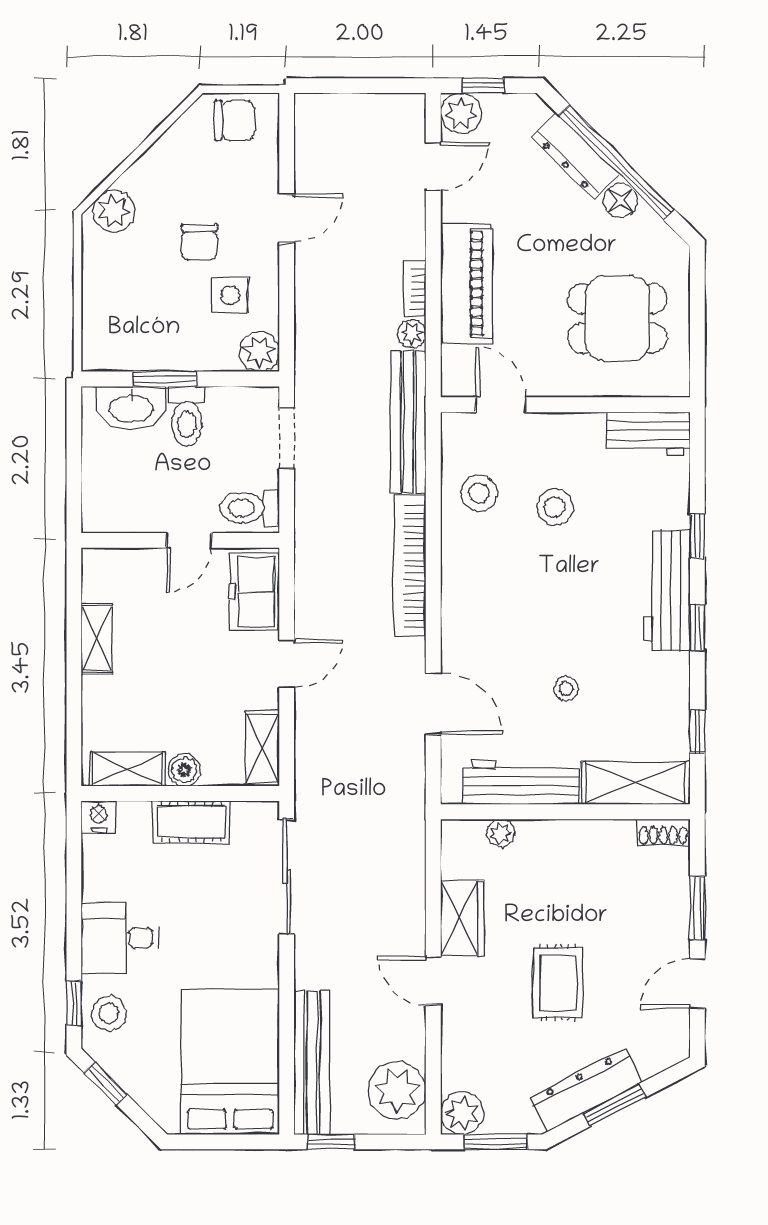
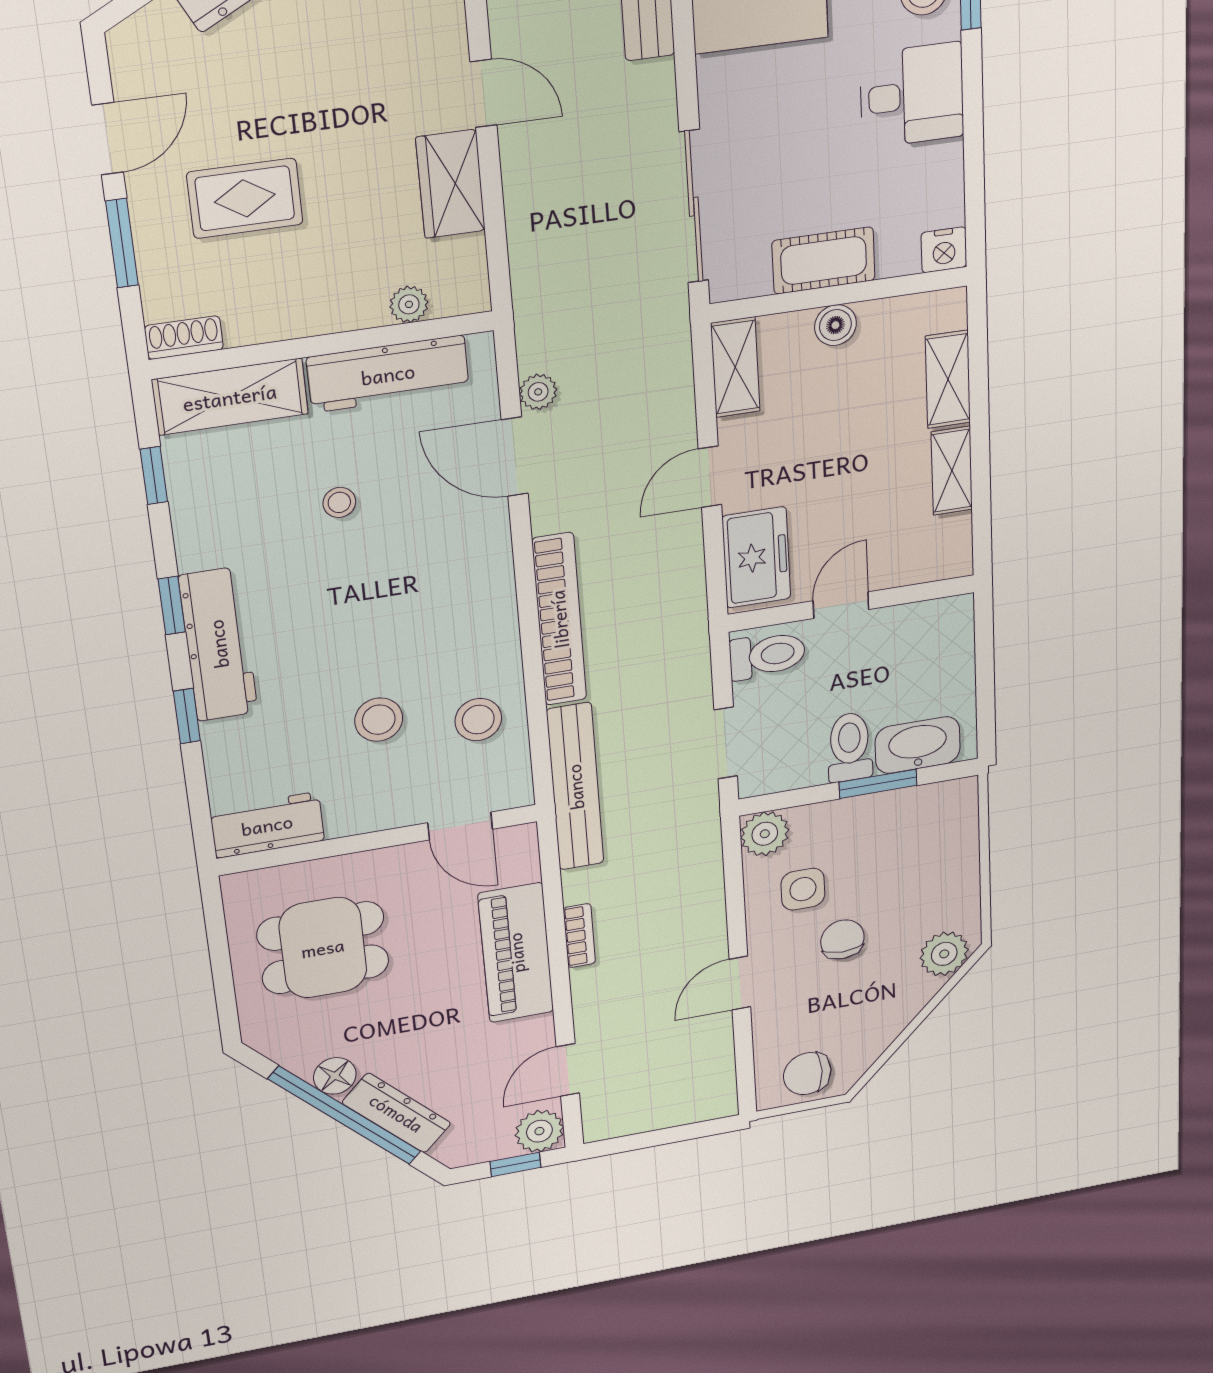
plant: (412, 334) -> (538, 392), moved
shelving: (128, 769) -> (948, 379), moved, turned 90
rug: (558, 983) -> (245, 198), moved, turned 90

